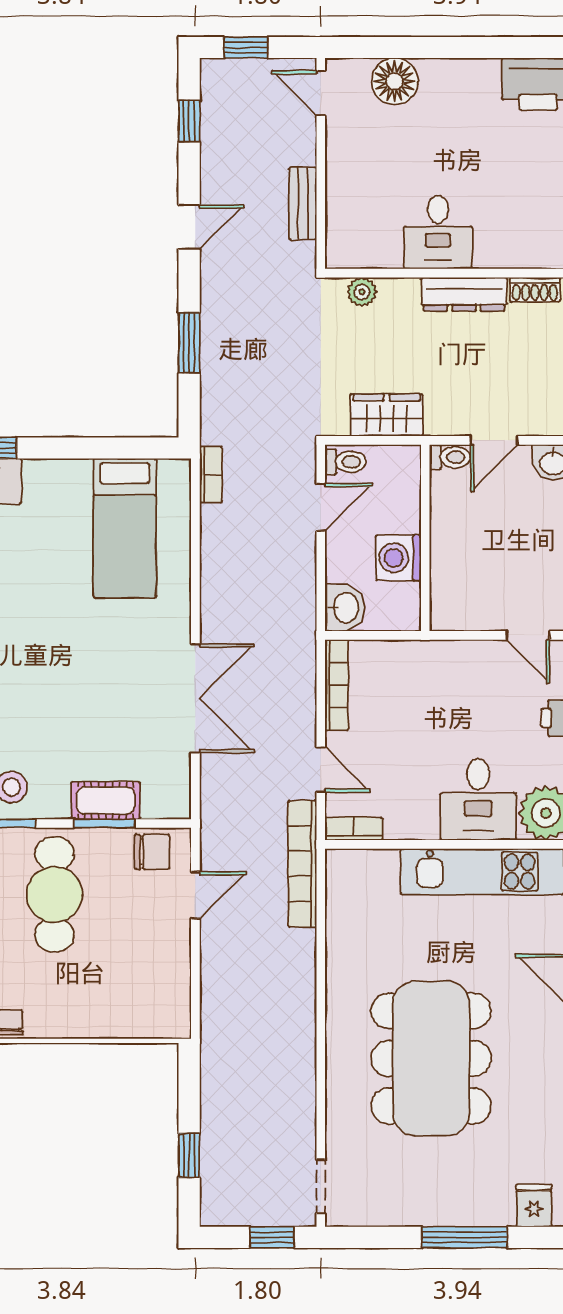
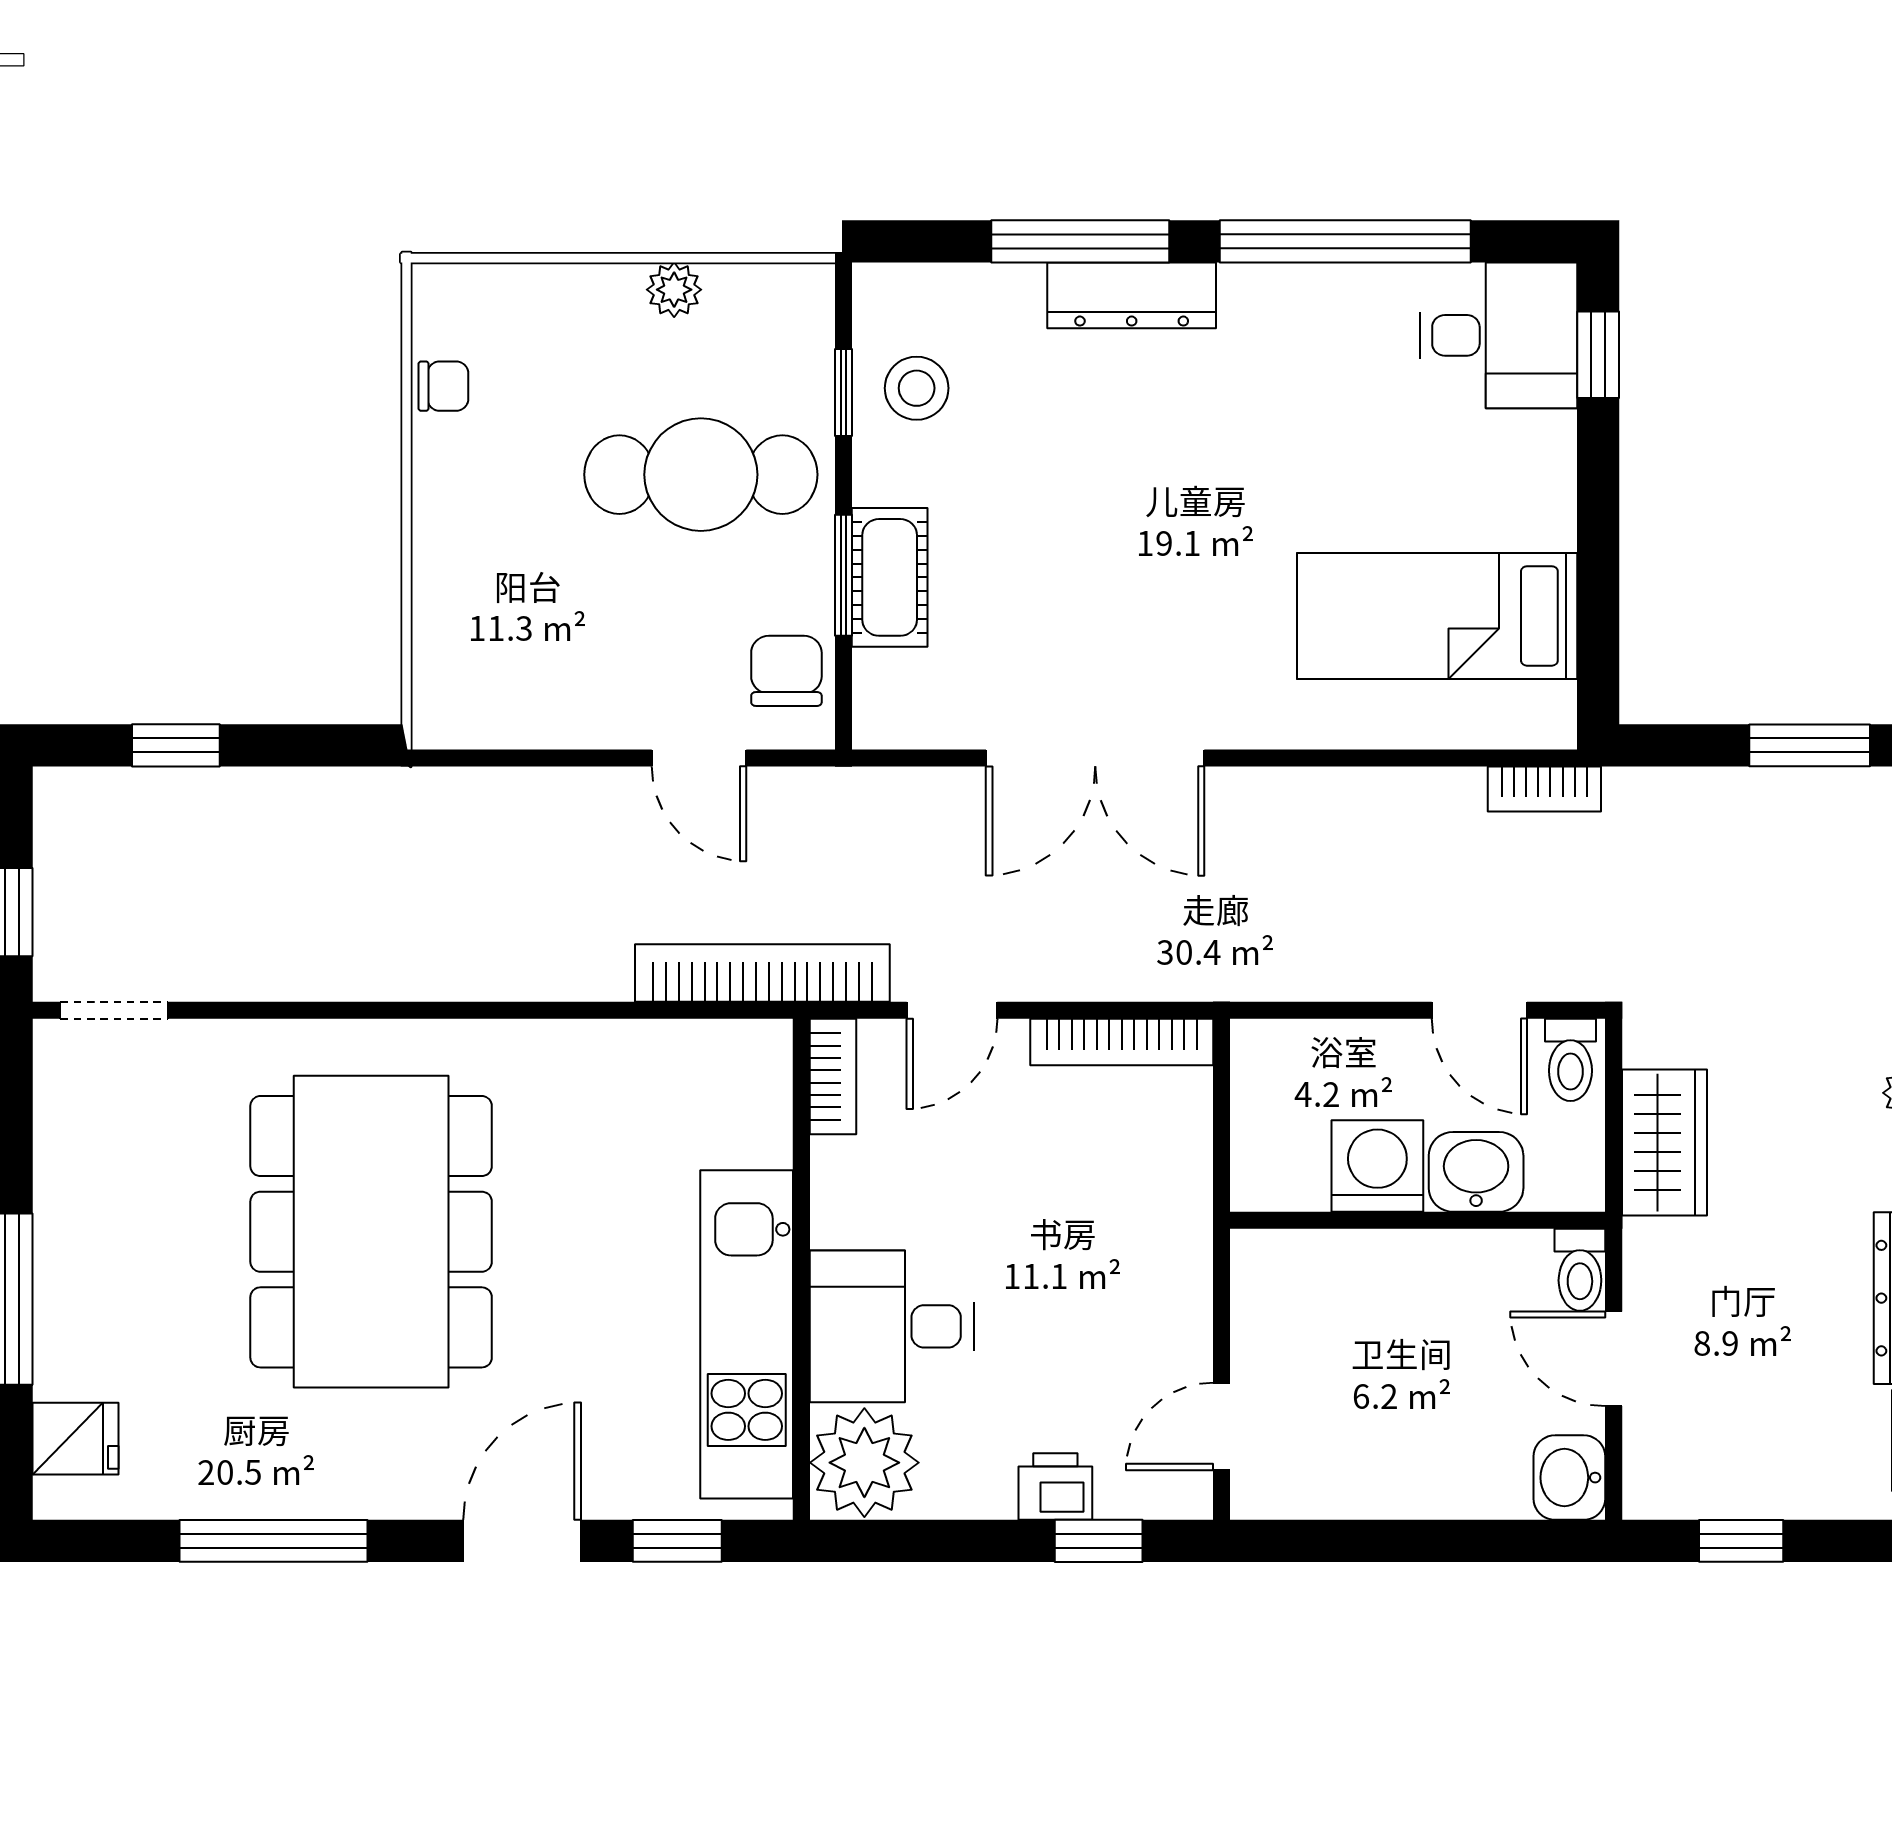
washbasin: (345, 608) -> (1476, 1172), moved, turned 180
chair: (152, 852) -> (786, 671), turned 180
dining table: (431, 1058) -> (371, 1232), turned 90

